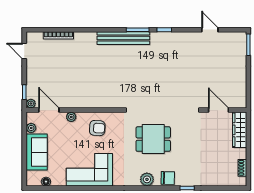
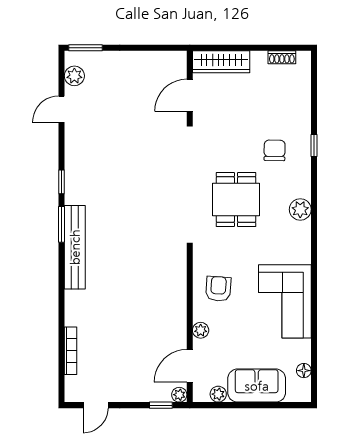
plant: (231, 38) -> (74, 76), added
chair: (168, 178) -> (275, 150), moved

